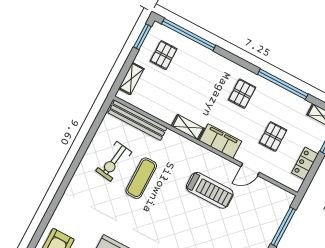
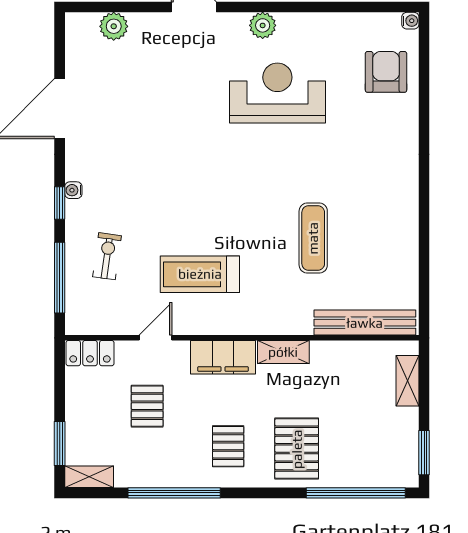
pallet: (164, 55) -> (297, 449), moved, width x1.50, depth x1.42
exercise bike: (114, 161) -> (107, 256), moved, width x0.73, depth x0.72
locker: (305, 163) -> (90, 353), moved, turned 90

